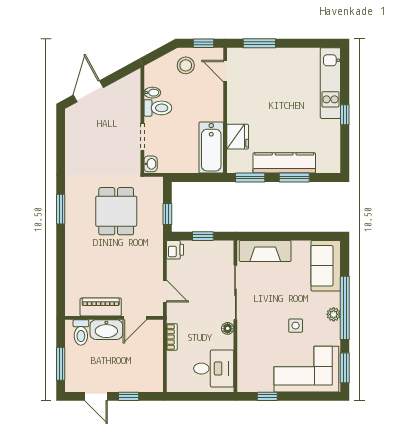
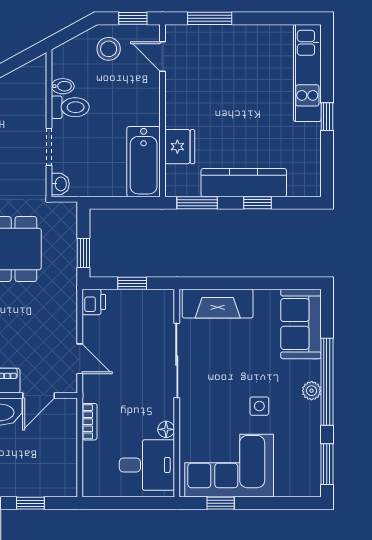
window: (294, 178) -> (257, 203), width x0.67
floor lamp: (228, 328) -> (166, 429), moved
corner sofa: (306, 369) -> (229, 466), moved

